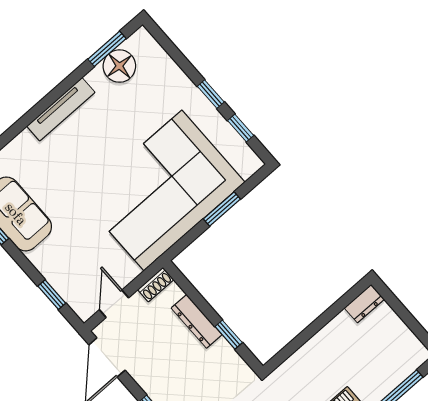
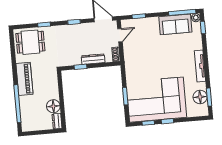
corner sofa: (163, 190) -> (156, 100), moved, turned -90
door: (114, 304) -> (120, 35), hinge flipped
floor lamp: (341, 331) -> (53, 106), added

